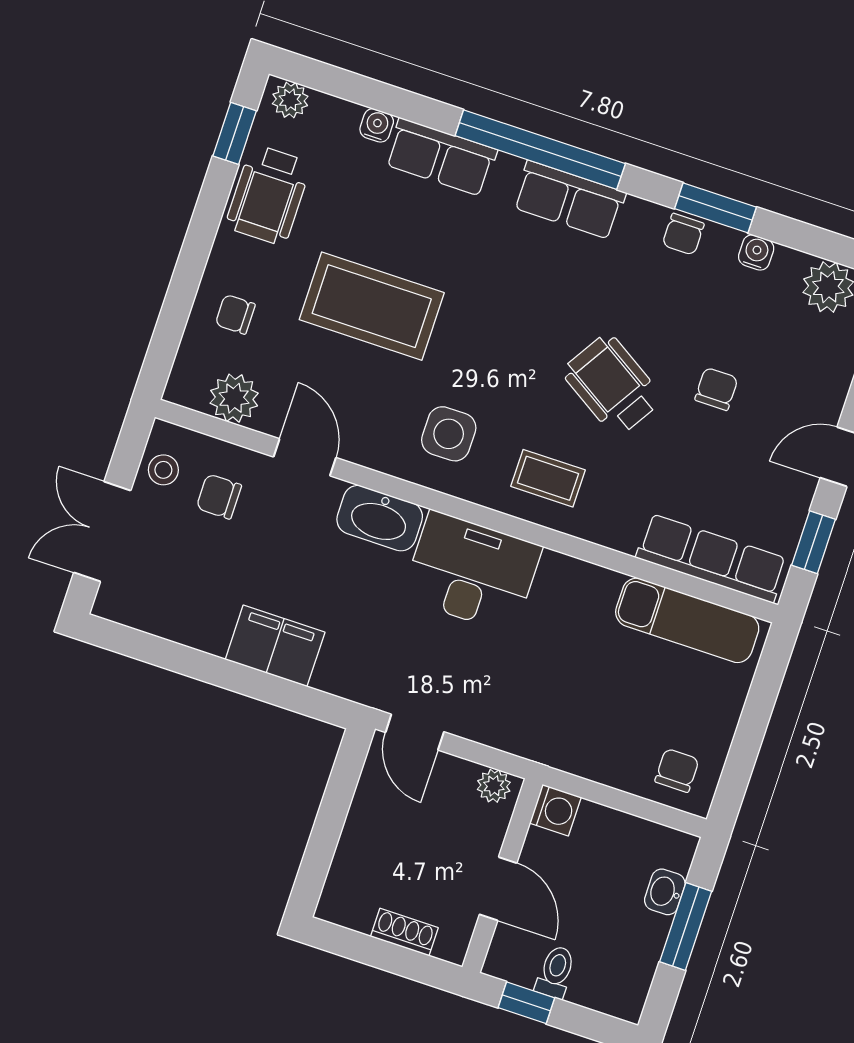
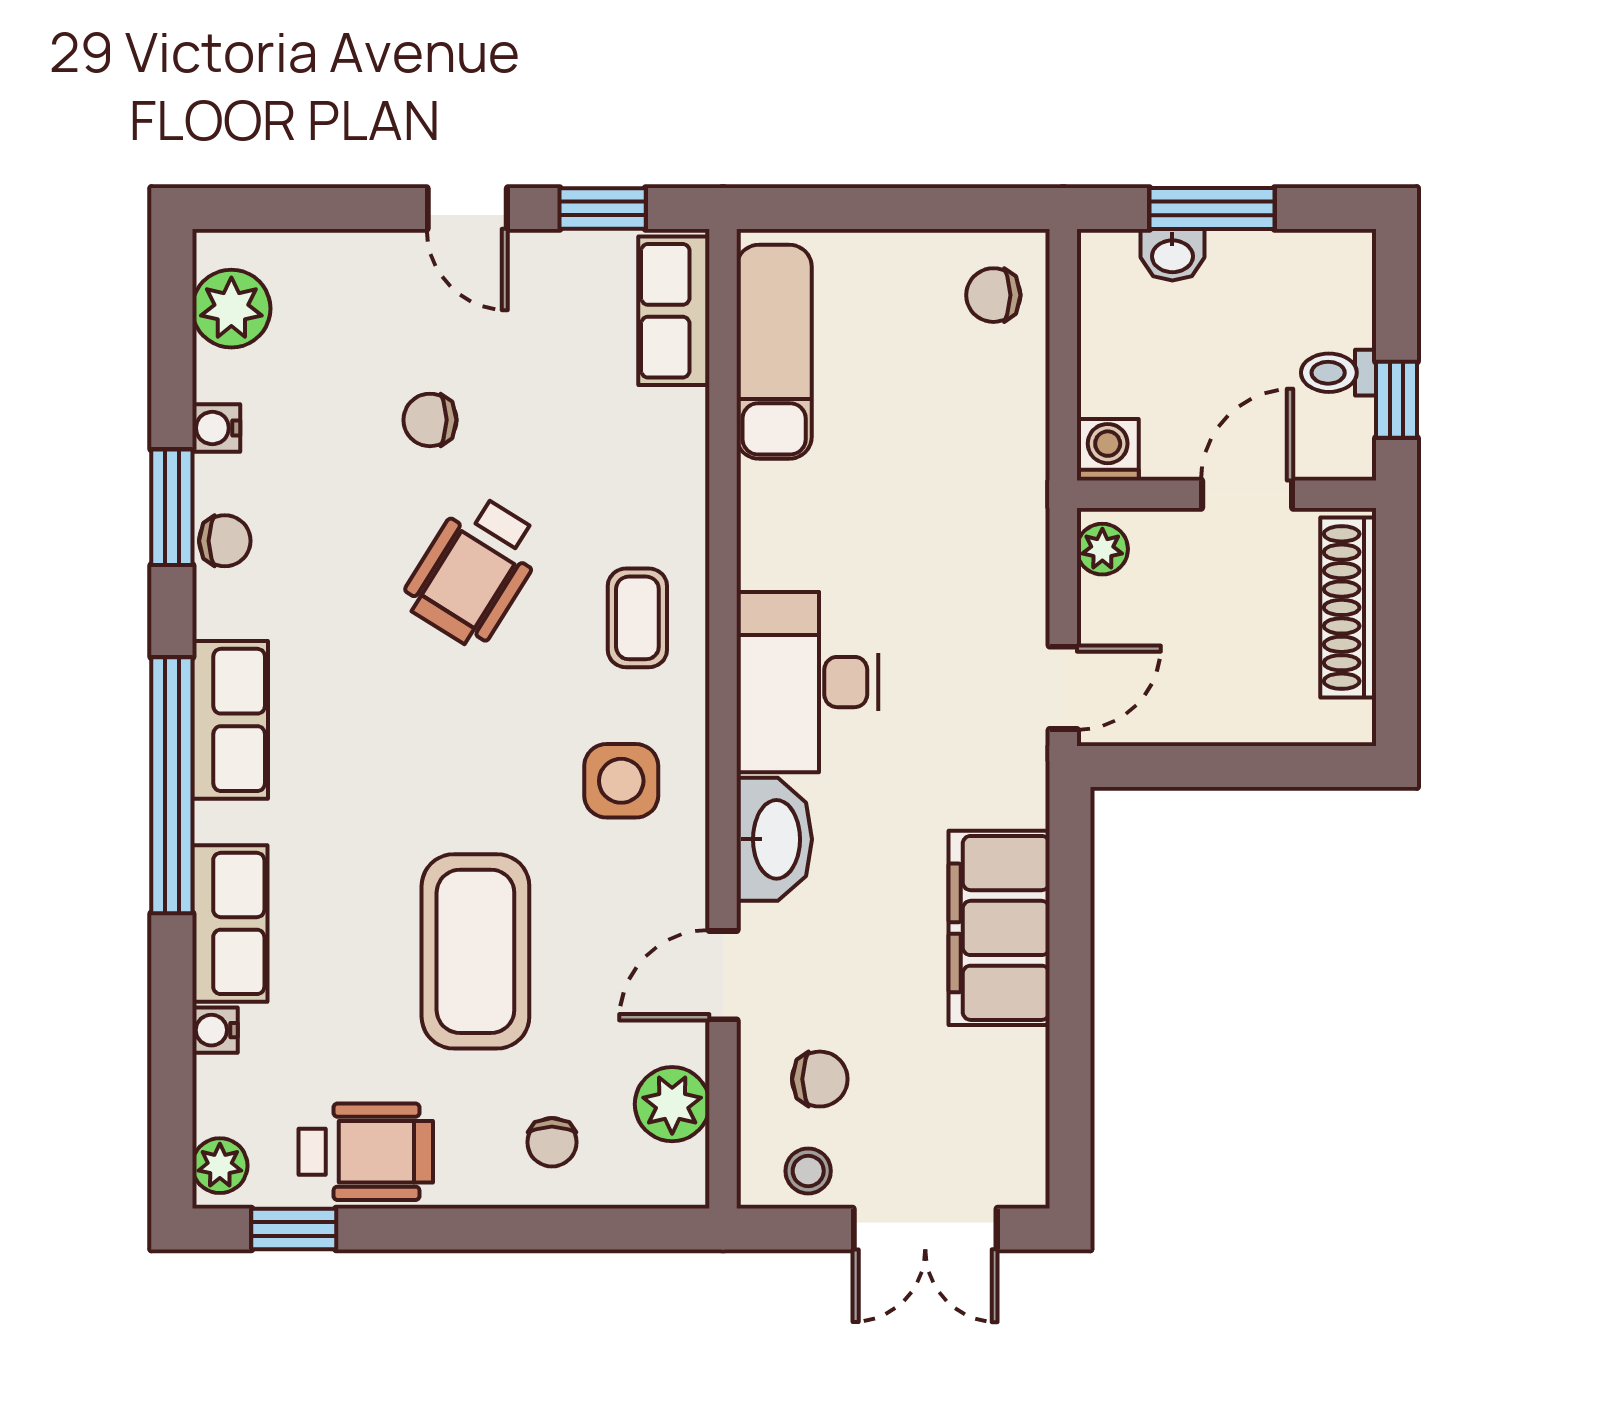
chair: (219, 497) -> (820, 1079), turned -90
row of seats: (712, 558) -> (674, 311), width x0.68
filing cabinet: (275, 646) -> (999, 928), width x1.50, depth x1.17
shoe rack: (404, 932) -> (1348, 607), width x1.94, depth x1.24

